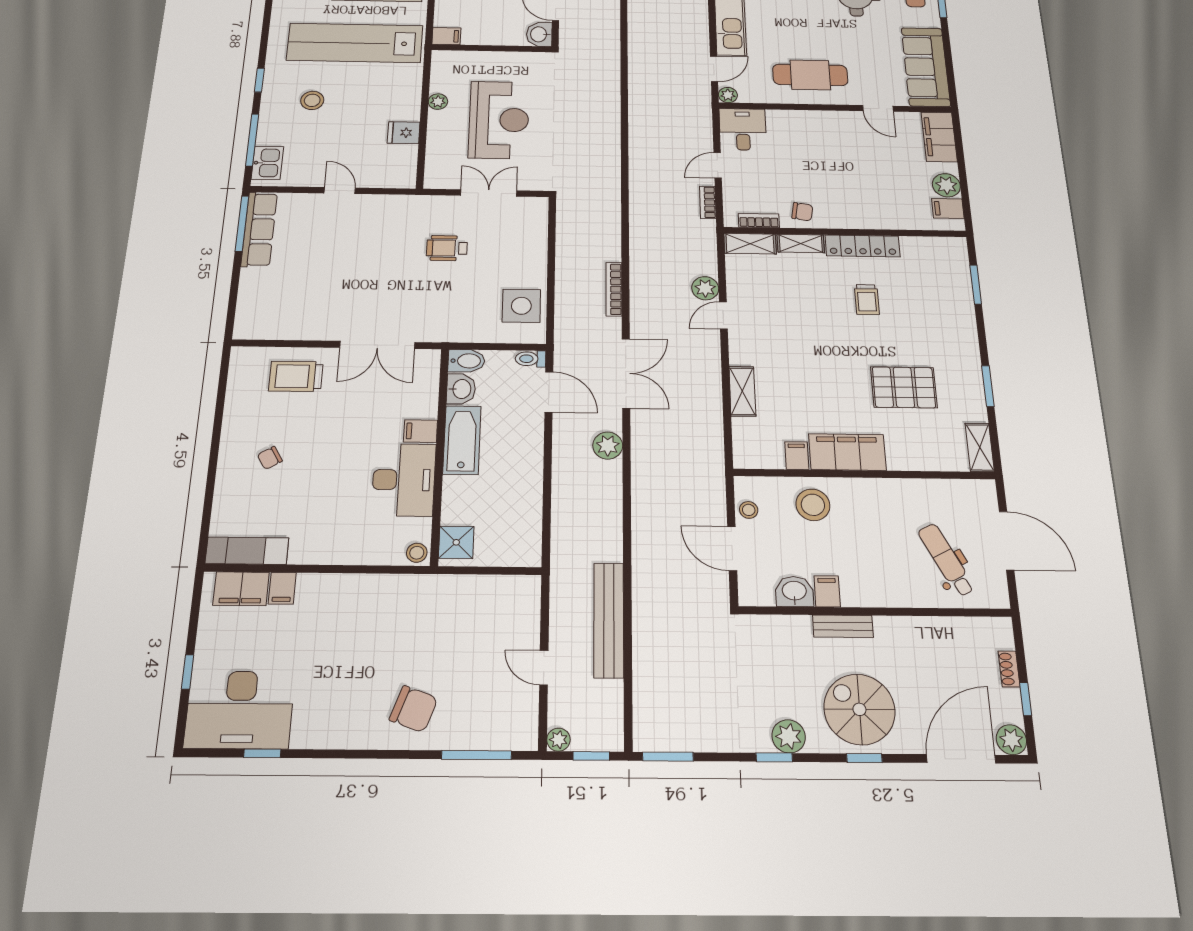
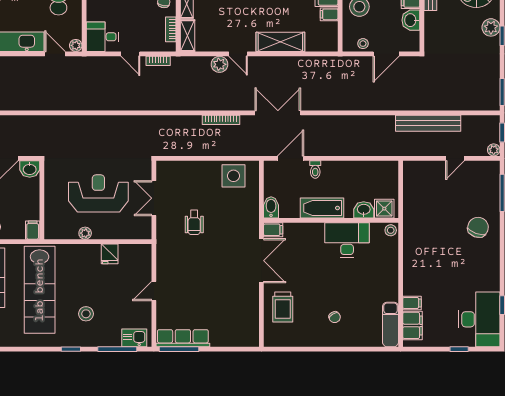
toilet: (531, 359) -> (315, 170), moved
washbasin: (461, 389) -> (364, 210), moved
shelving: (742, 391) -> (280, 42), width x1.50, depth x1.33
filing cabinet: (420, 431) -> (273, 230), moved, turned -90
plant: (608, 446) -> (324, 124), removed

